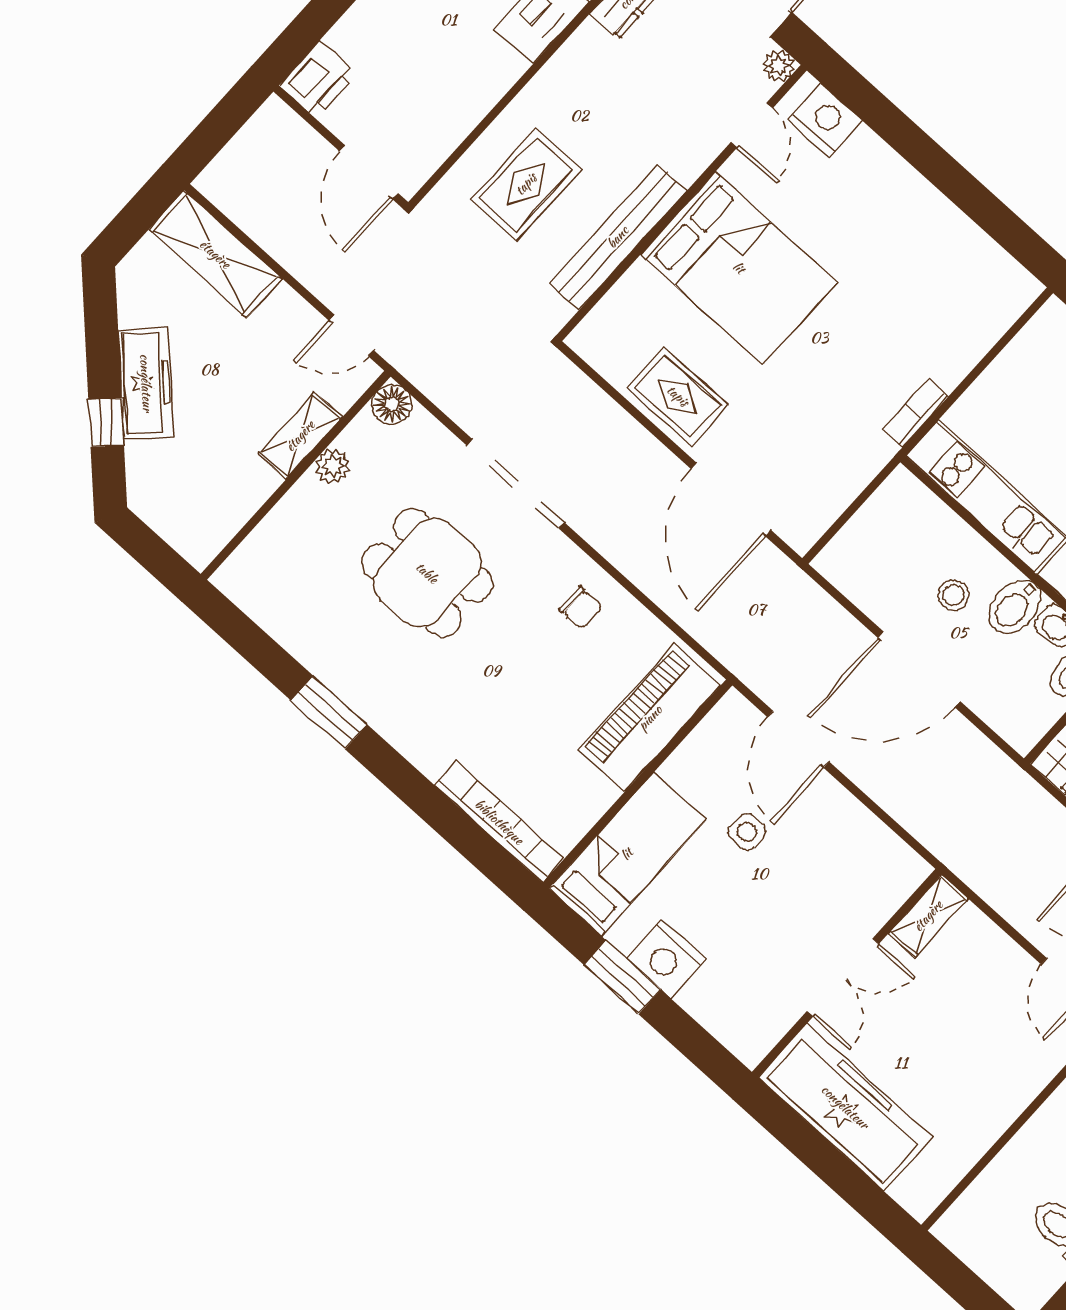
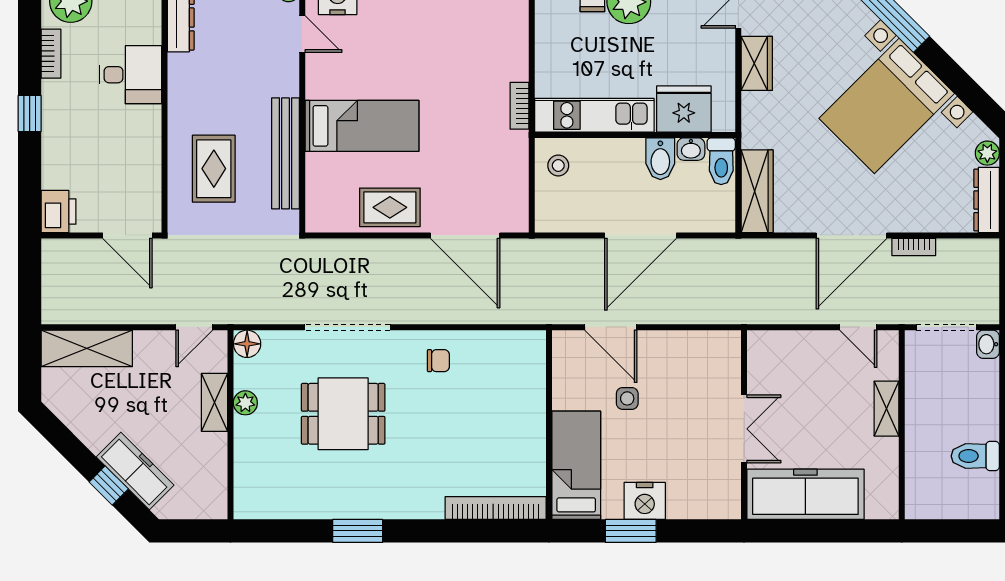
bed: (739, 268) -> (362, 126), width x0.67
freezer: (146, 383) -> (135, 471), moved
stool: (953, 595) -> (558, 166), moved
piano: (650, 718) -> (524, 385), removed
shelving: (928, 916) -> (887, 409), moved

